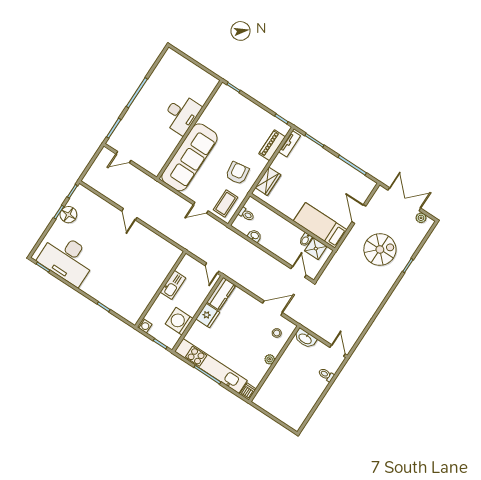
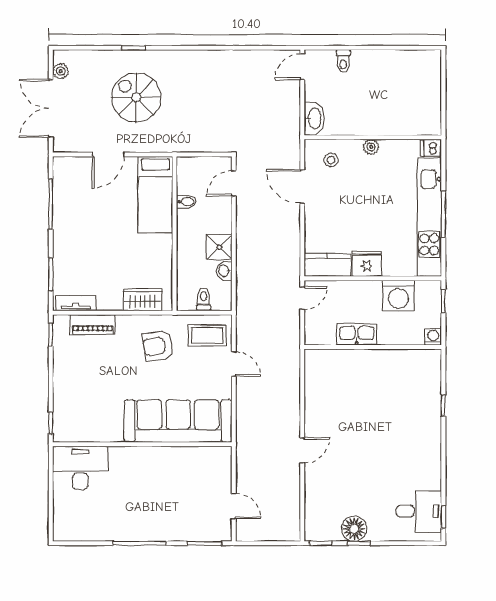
desk: (181, 114) -> (80, 468), moved
shower: (316, 249) -> (219, 247), moved
desk: (67, 259) -> (419, 511), width x0.53, depth x0.77

